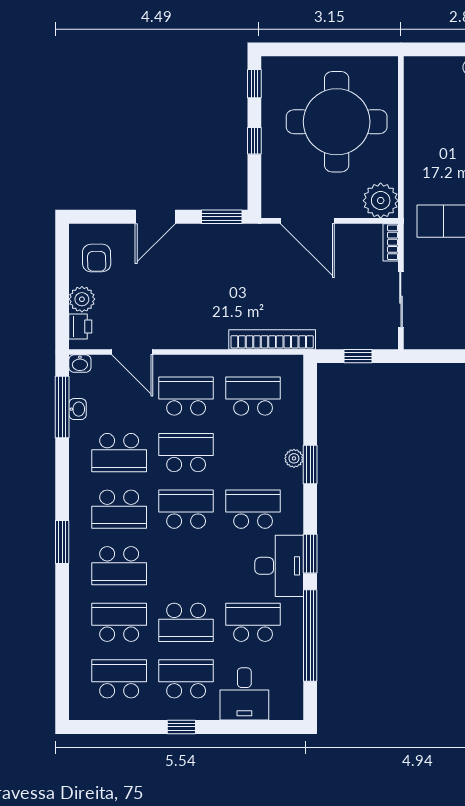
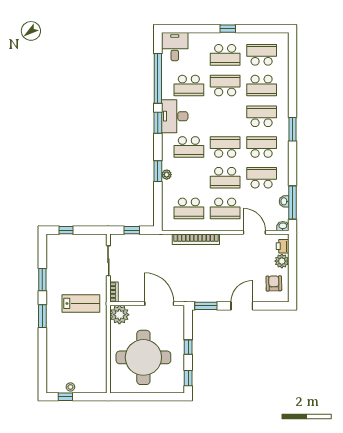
bookcase: (272, 339) -> (196, 239), moved
school desk: (186, 509) -> (225, 147), turned 180
school desk: (119, 679) -> (262, 55), turned 180
desk: (244, 694) -> (175, 47), moved

